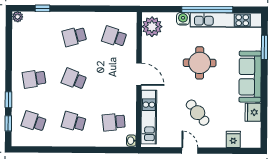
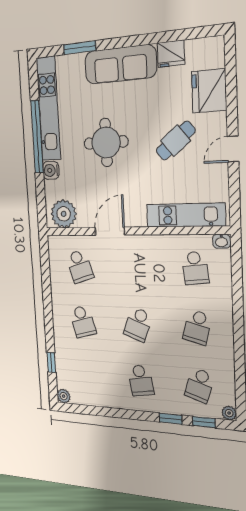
school desk: (114, 37) -> (80, 266), turned -36
door: (139, 74) -> (110, 231), moved
fridge: (233, 139) -> (209, 91), width x1.88, depth x1.34
plant: (16, 141) -> (229, 413), added

